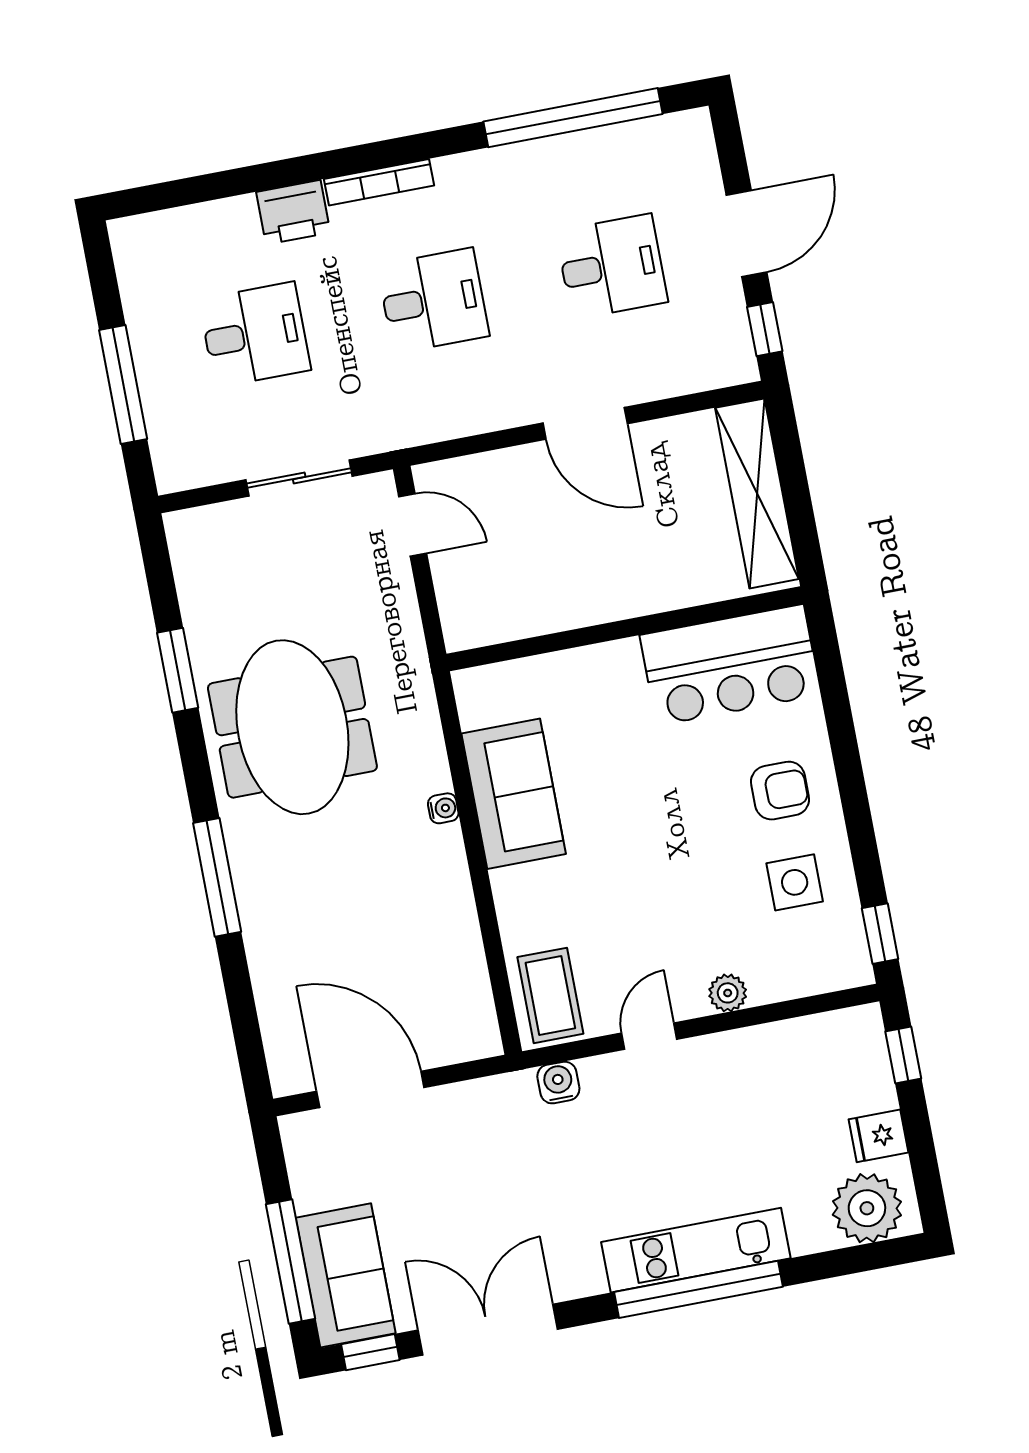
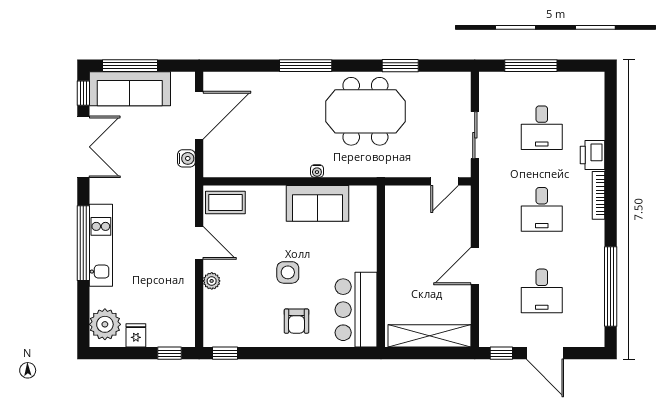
side table: (795, 882) -> (288, 272), moved
door: (649, 1036) -> (199, 243), width x1.38
water cooler: (558, 1083) -> (186, 158), moved
sofa: (346, 1275) -> (130, 89), width x1.36

